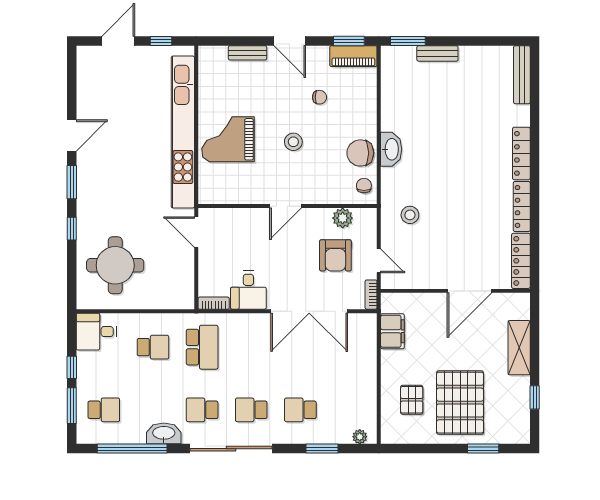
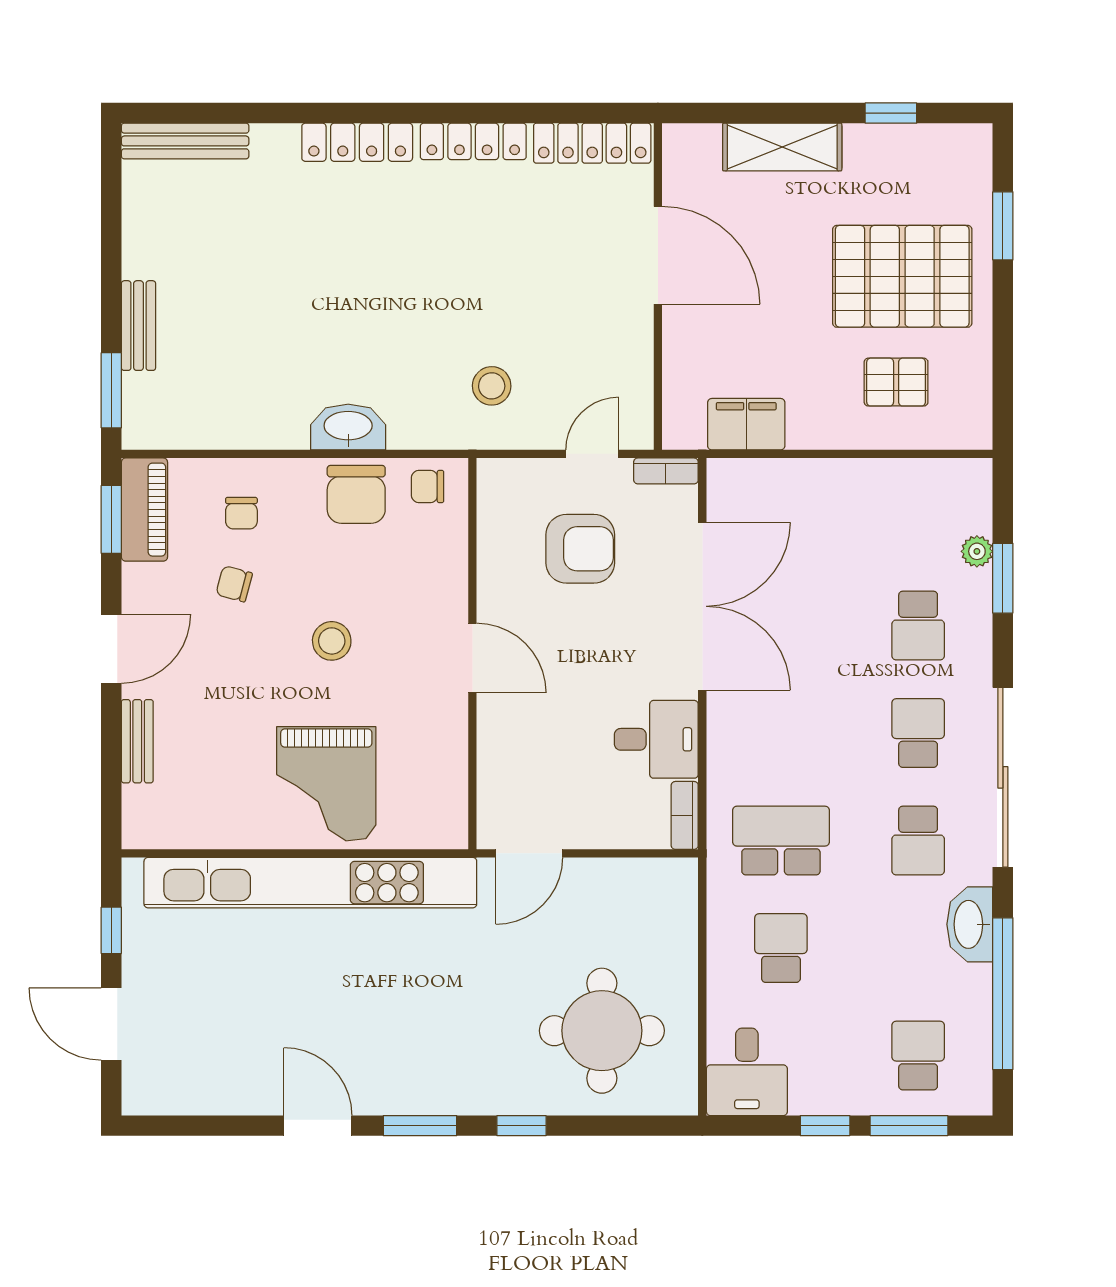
chair: (319, 97) -> (234, 584), turned -75
chair: (352, 101) -> (241, 513), added
plant: (343, 218) -> (498, 533), removed
school desk: (251, 410) -> (918, 733), turned 180
plant: (360, 437) -> (977, 551), moved

